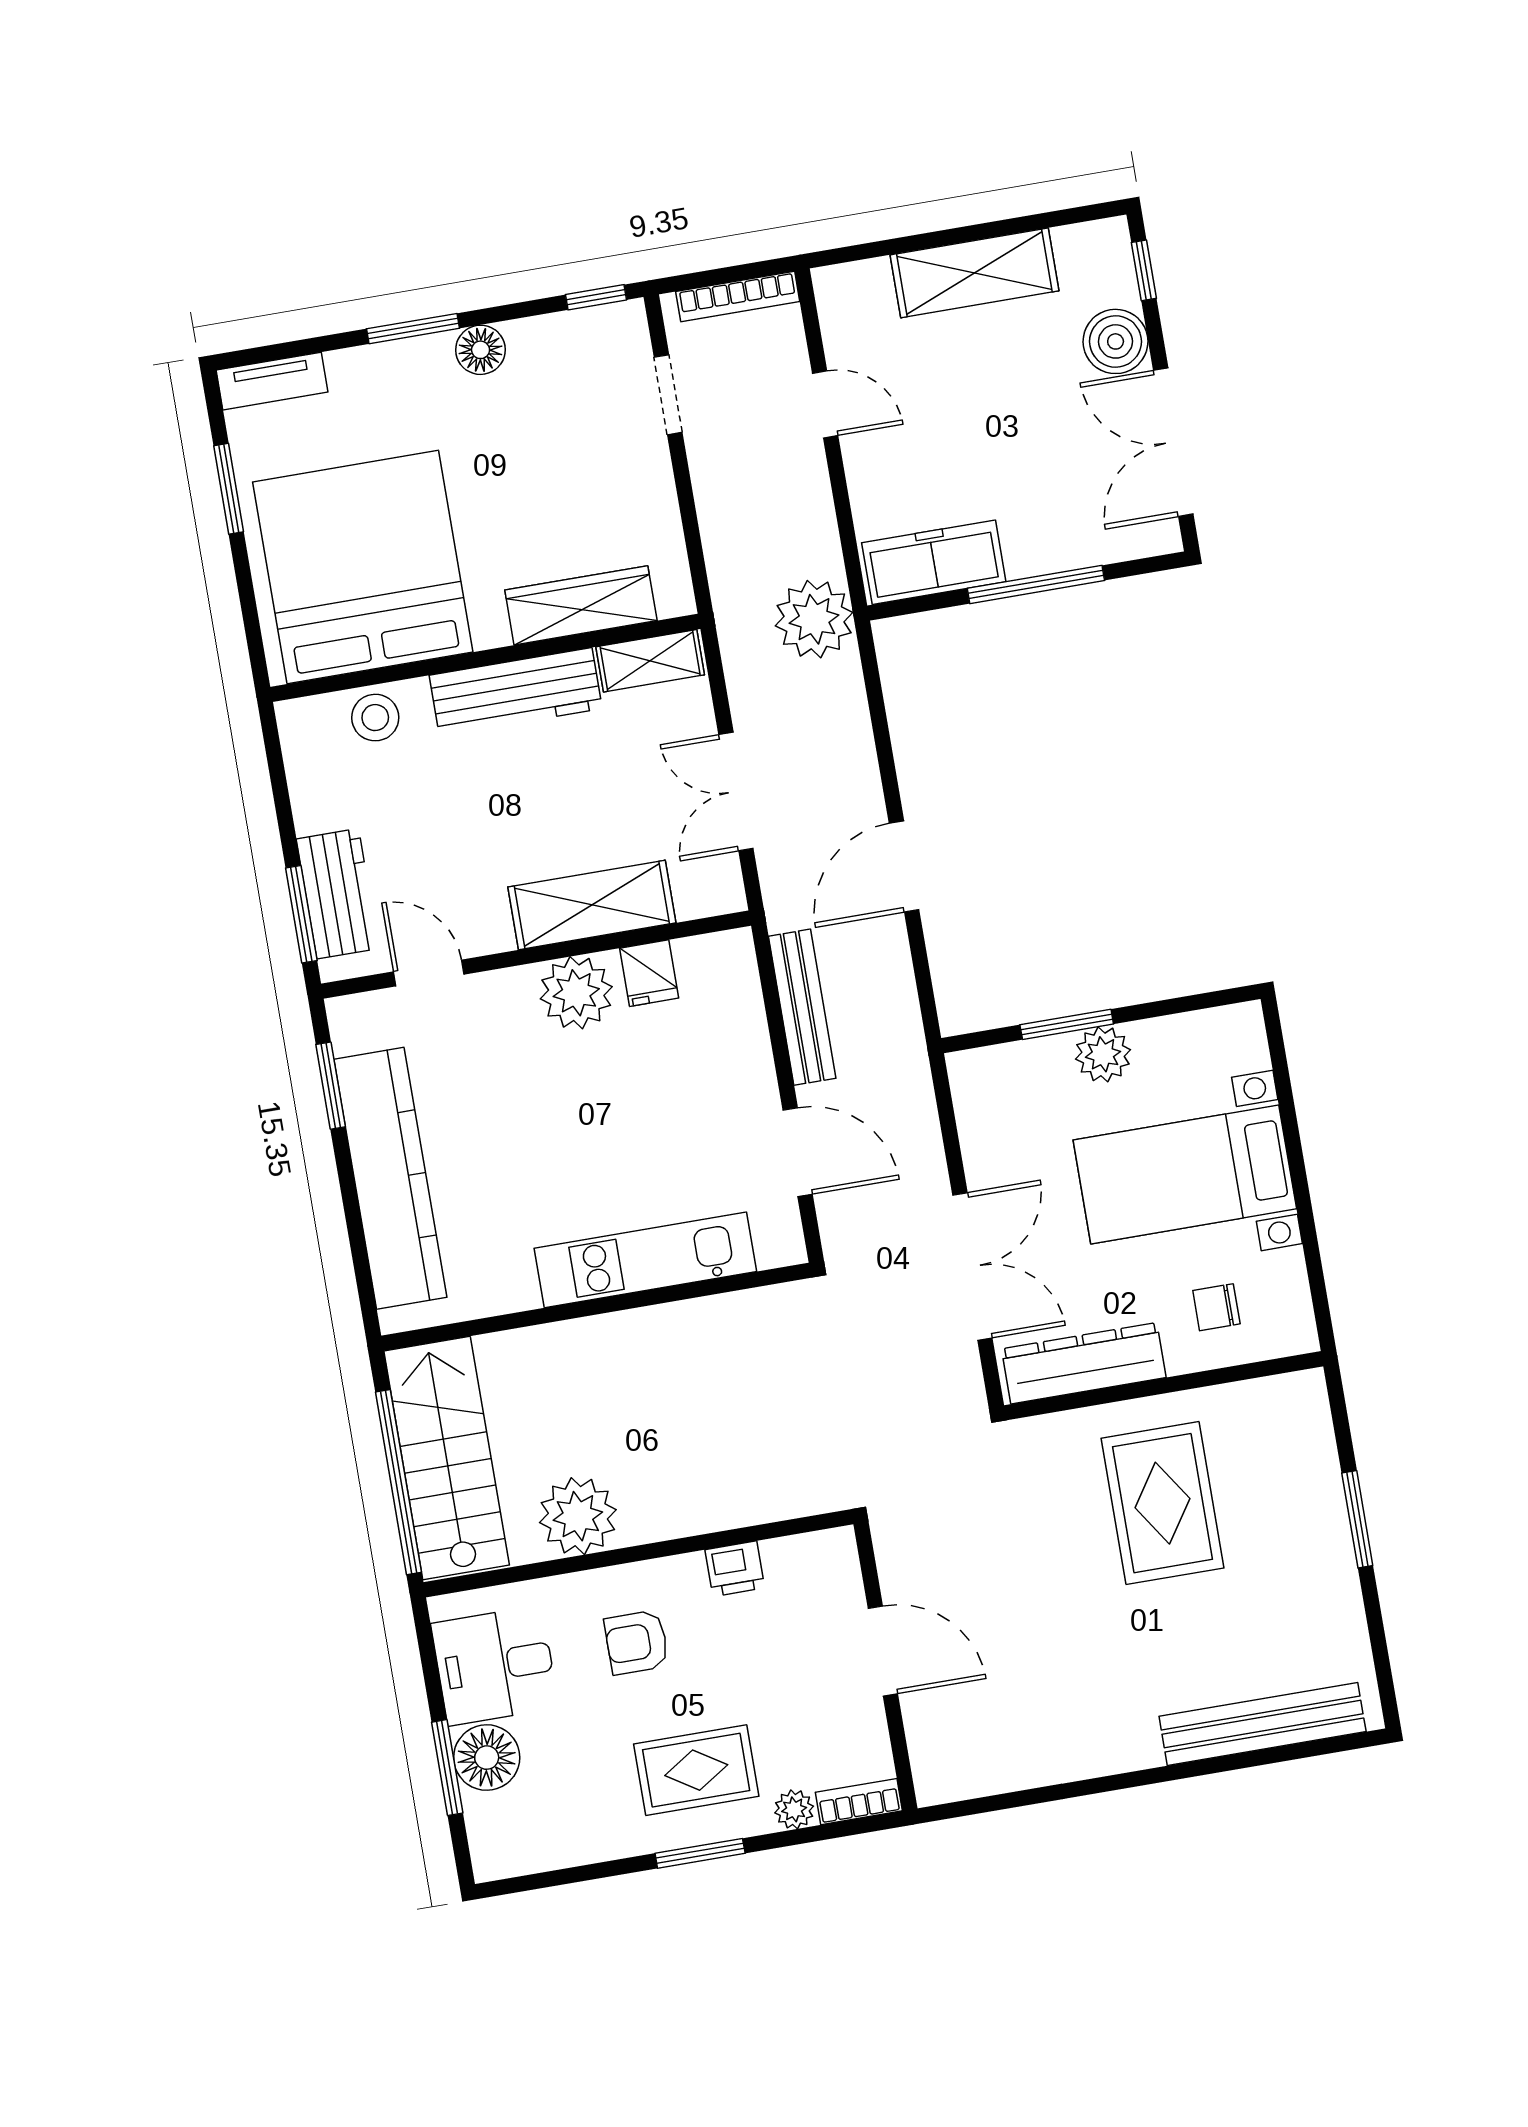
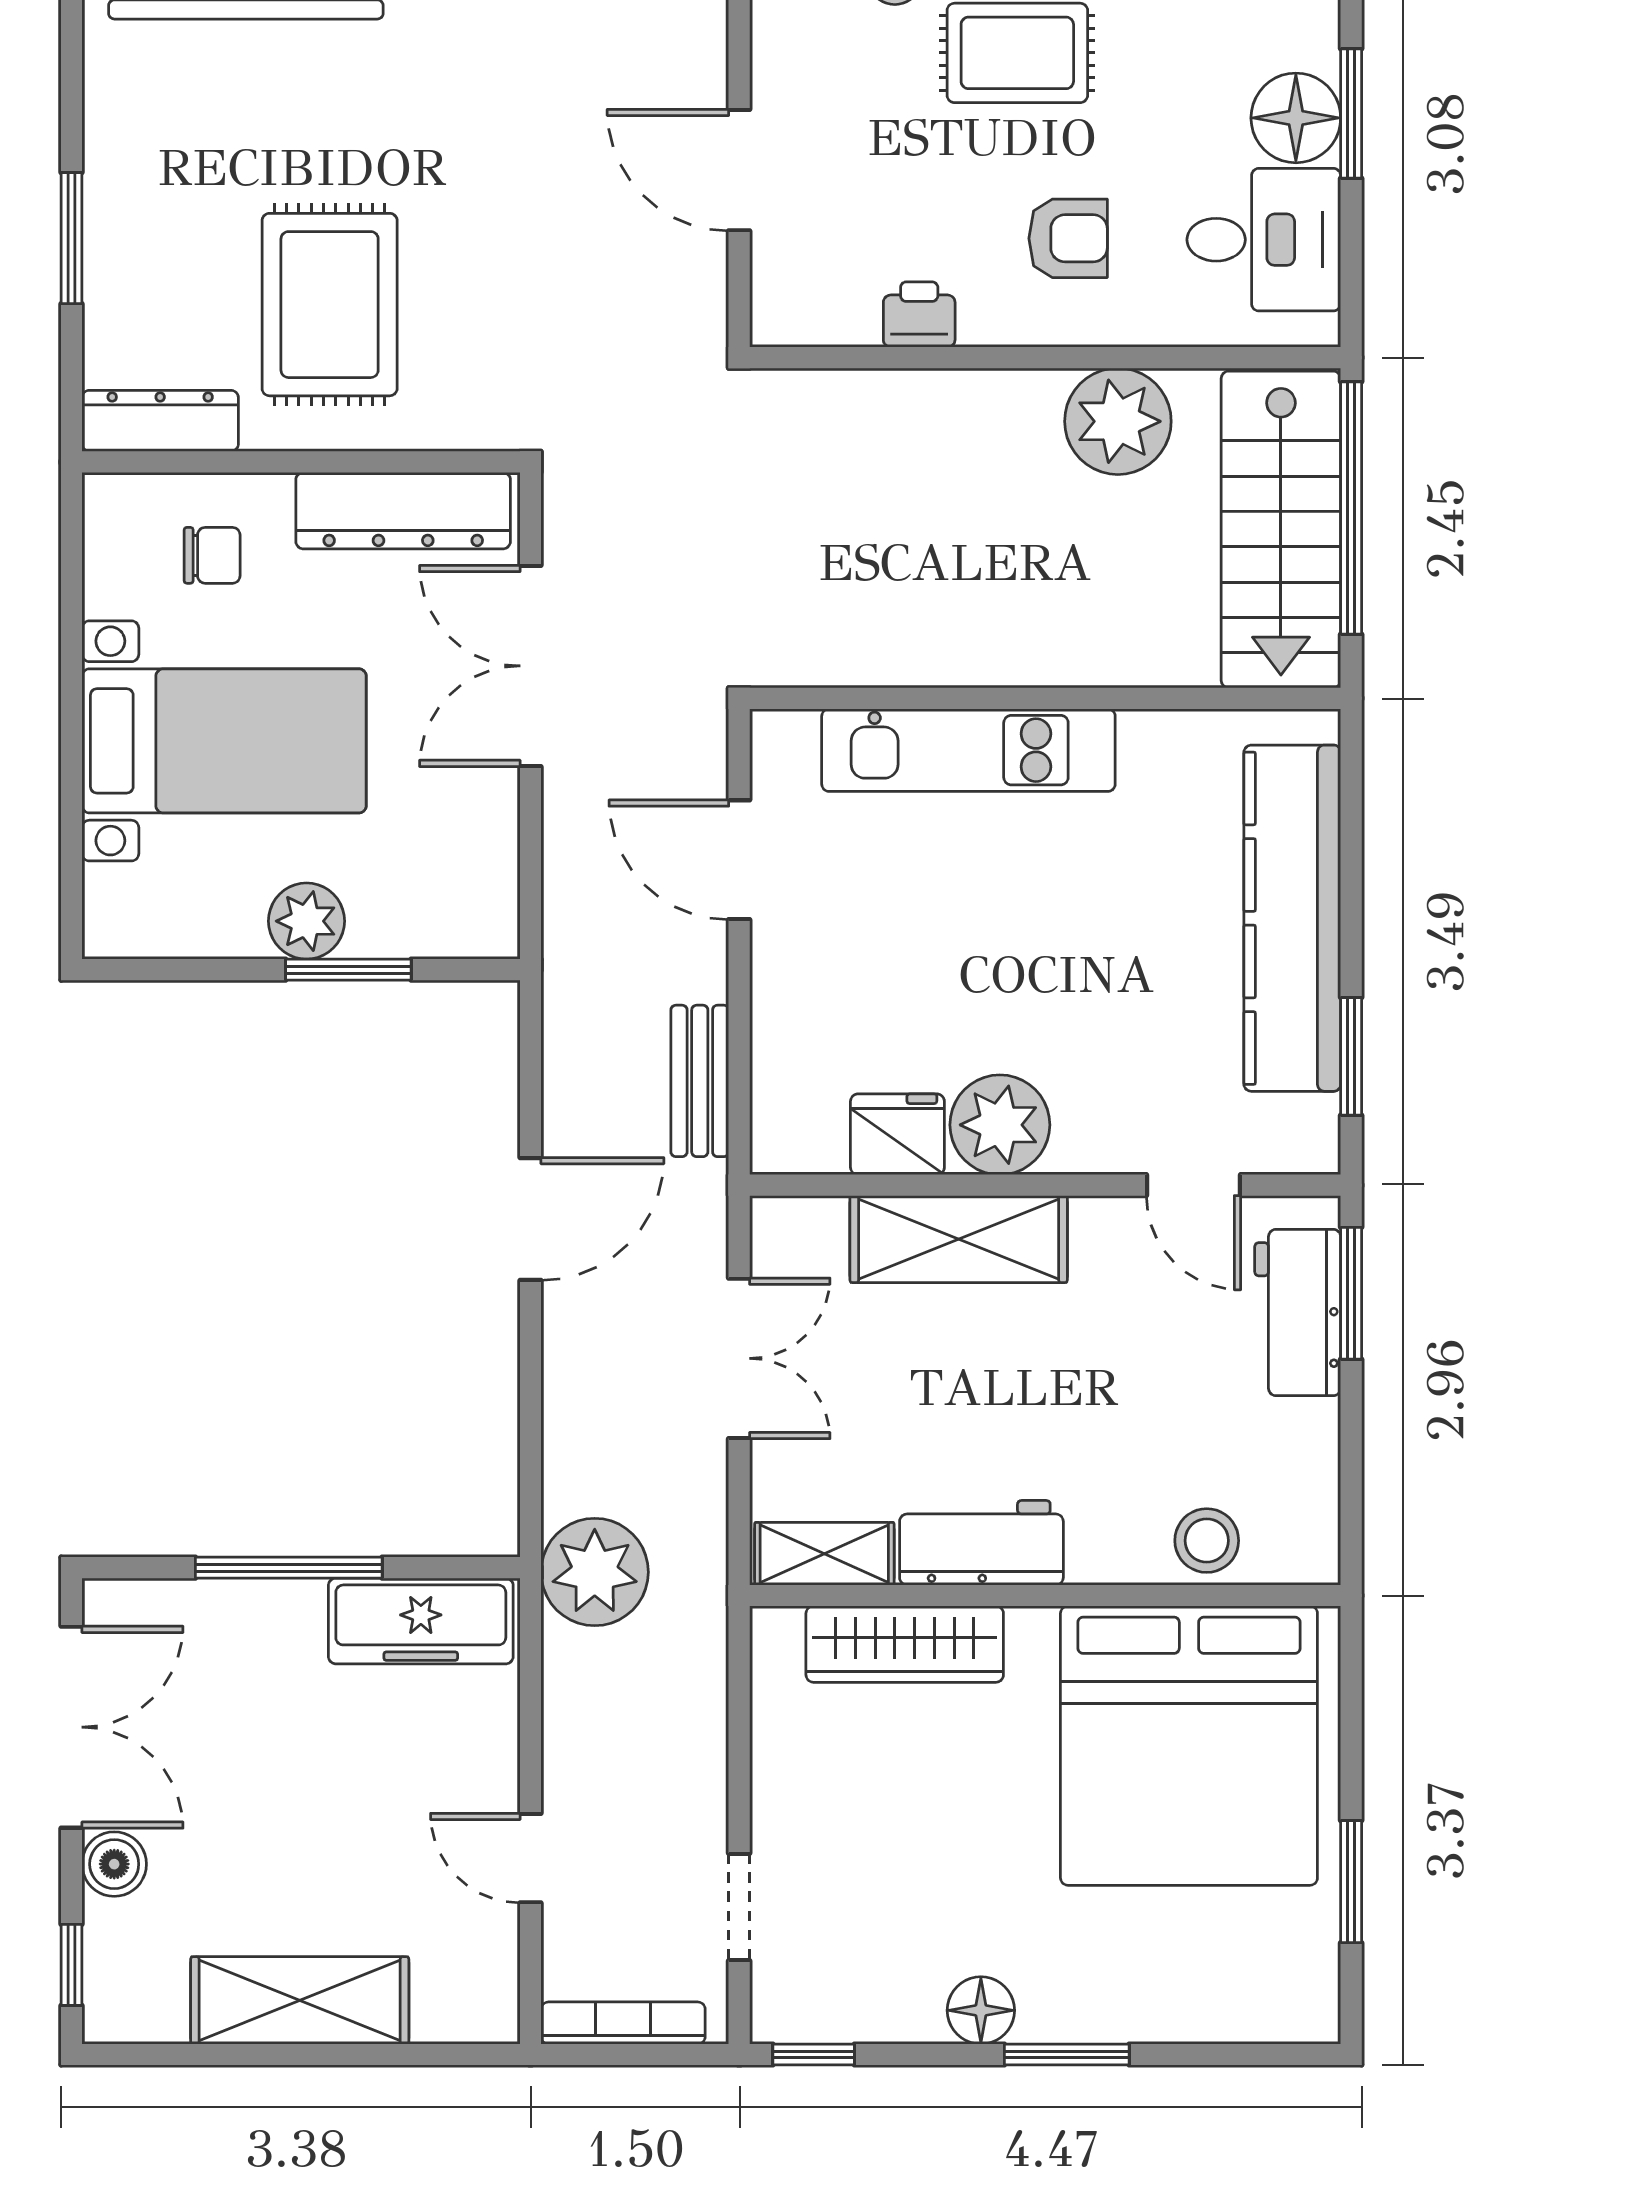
boiler: (1116, 341) -> (114, 1864), width x0.73, depth x0.73
tv unit: (272, 381) -> (1268, 2016), removed
workbench: (516, 692) -> (981, 1543), width x0.73
fridge: (649, 973) -> (897, 1134), width x1.38
bench: (802, 1007) -> (700, 1081), width x0.73
dresser: (1271, 1398) -> (160, 421), added

